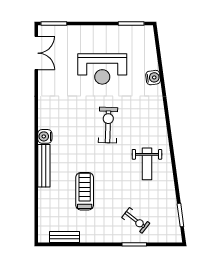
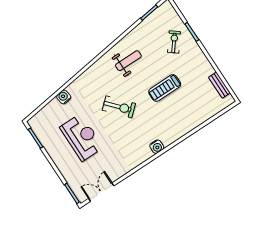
exercise bike: (108, 125) -> (119, 107), turned -134
bench: (44, 166) -> (178, 133), removed
treadmill: (85, 191) -> (165, 88), moved

